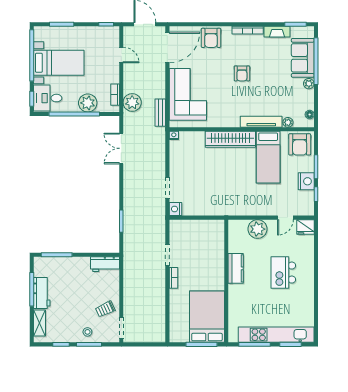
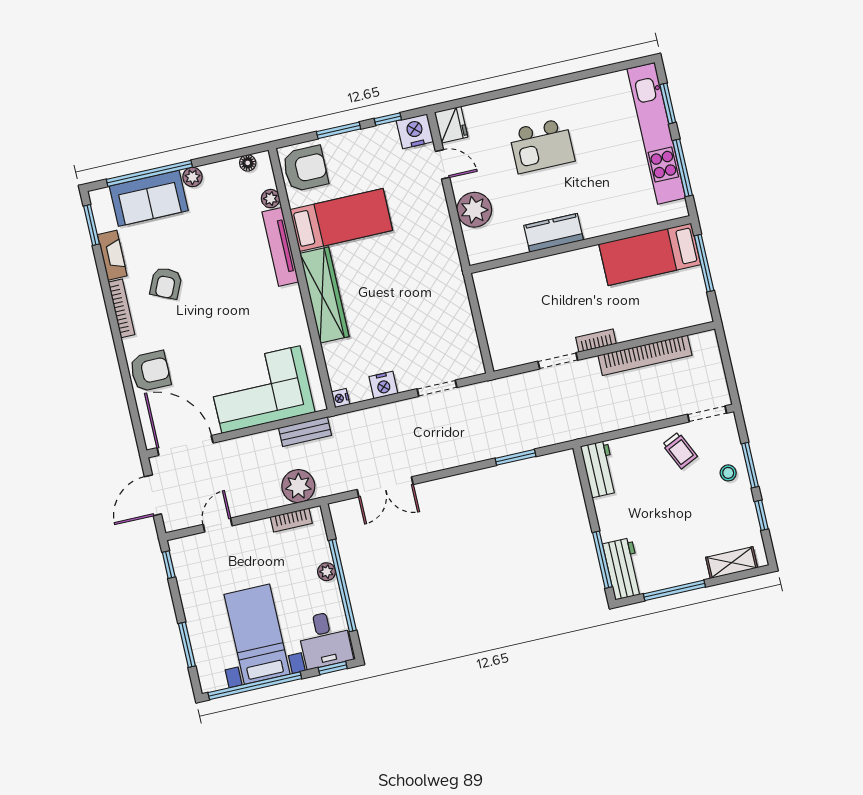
armchair: (242, 73) -> (166, 283), moved, turned 114
plant: (88, 103) -> (327, 572), width x0.53, depth x0.53
nightstand: (306, 181) -> (415, 131), moved
nightstand: (176, 209) -> (383, 385), moved
workbench: (42, 293) -> (623, 569), moved, turned 90
bookcase: (160, 302) -> (645, 355), added
bed: (207, 317) -> (650, 254), width x0.67

